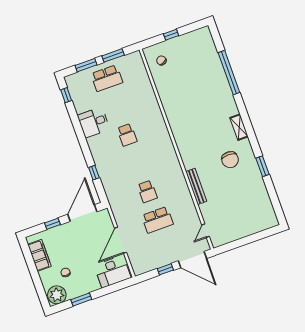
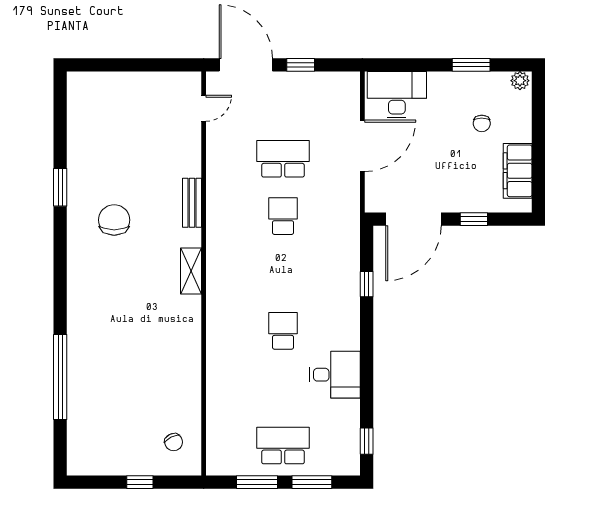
shelving: (239, 127) -> (191, 271), moved
bench: (196, 186) -> (192, 203), width x0.73
plant: (57, 295) -> (520, 81), width x0.53, depth x0.53

